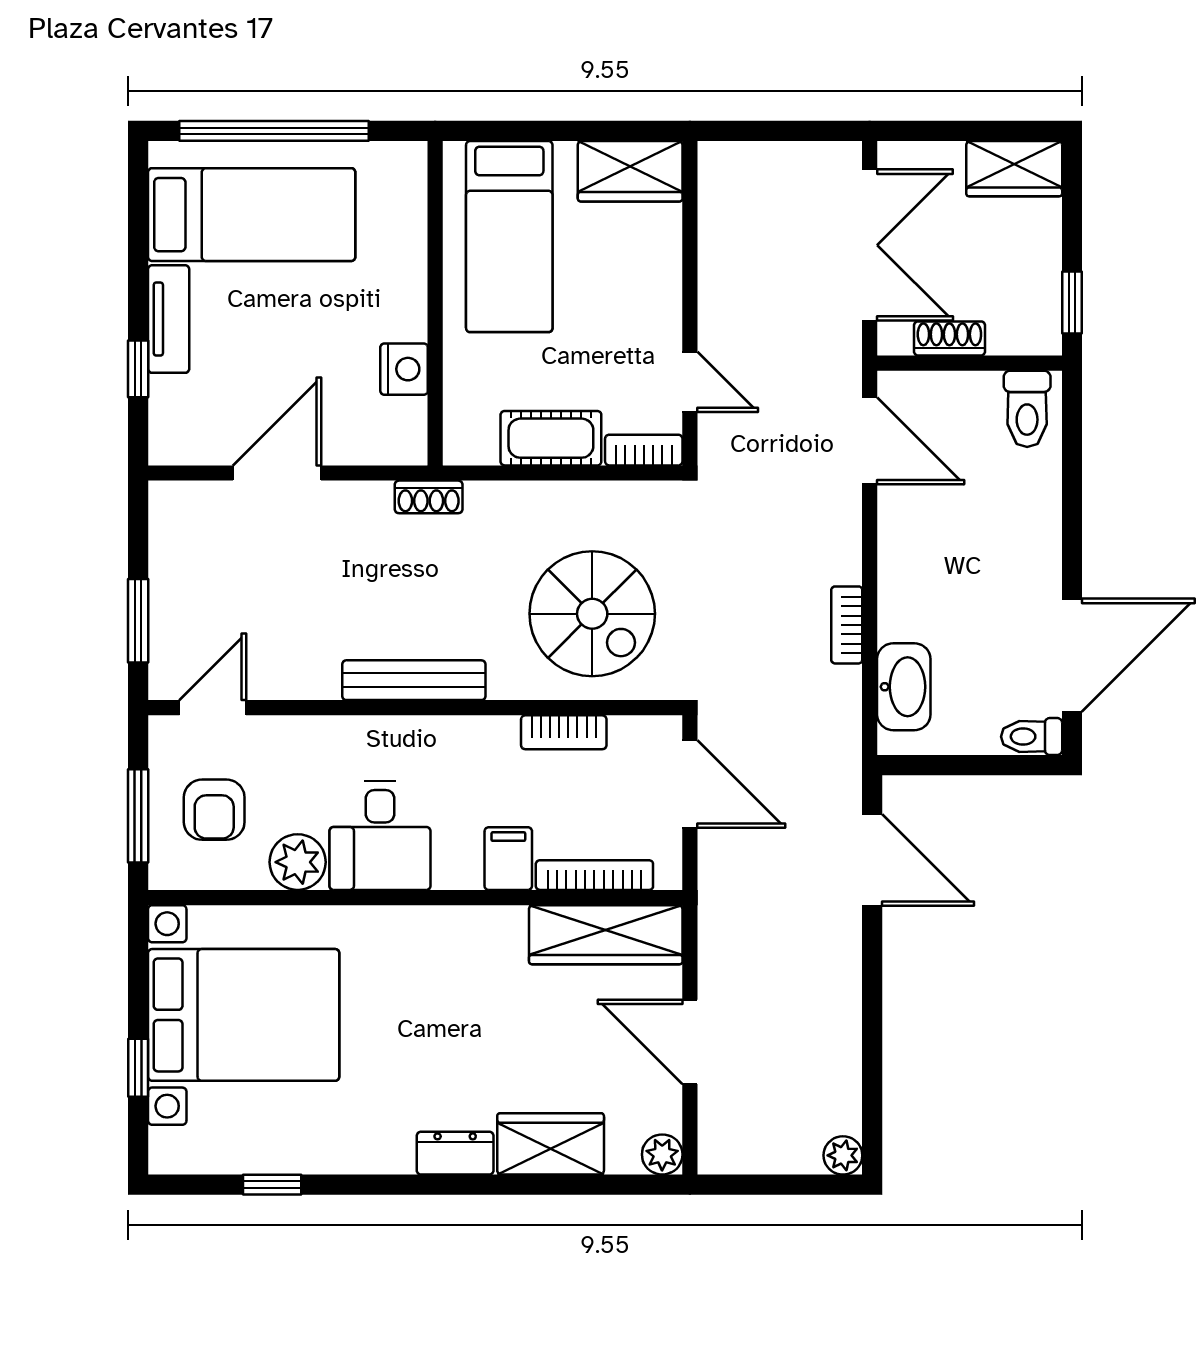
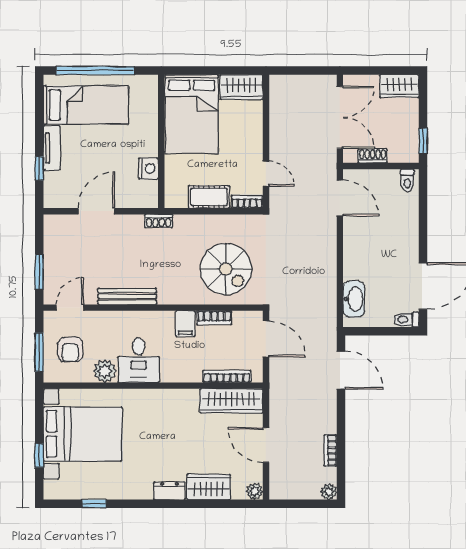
bed: (509, 237) -> (192, 114), width x1.50
toilet: (1027, 409) -> (407, 180), width x0.73, depth x0.72
bookcase: (847, 625) -> (330, 450), moved
bench: (414, 680) -> (127, 296), moved
filing cabinet: (508, 859) -> (185, 324), moved, turned 180

